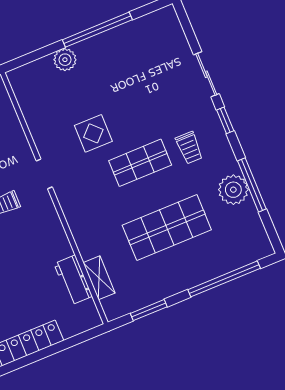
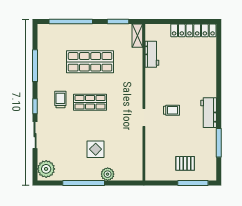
display table: (93, 133) -> (96, 149), moved
plant: (233, 190) -> (46, 169), moved
shelving: (99, 278) -> (137, 36), moved

